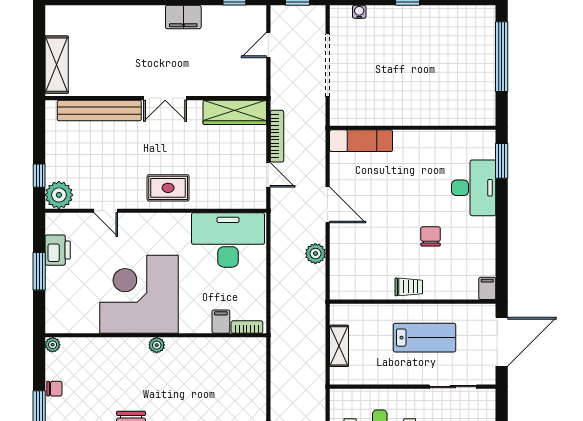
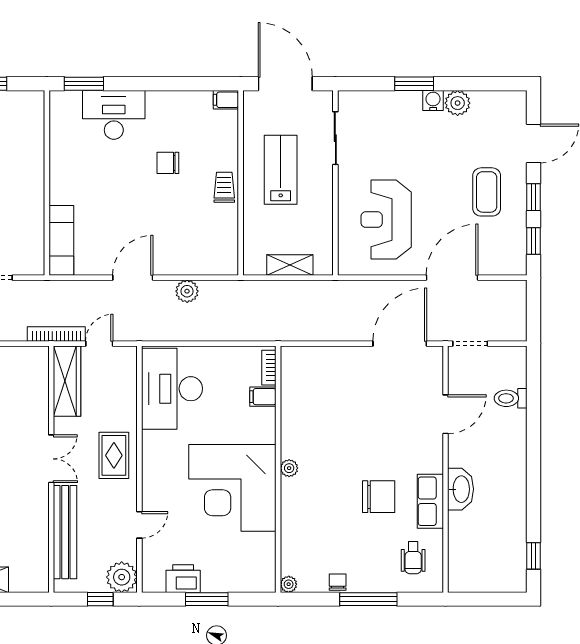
wall: (156, 98) -> (51, 469), moved
double door: (165, 98) -> (51, 459), moved
bench: (99, 110) -> (65, 532), moved
wardrobe: (235, 112) -> (67, 381), moved

